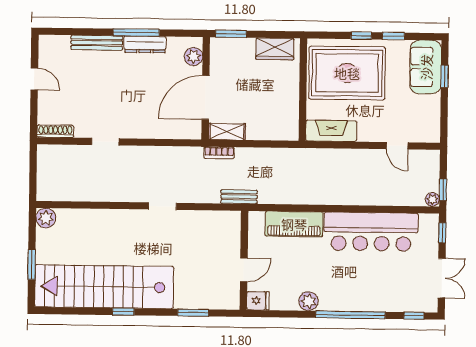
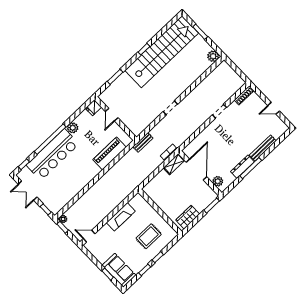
rug: (347, 73) -> (149, 236), width x0.54, depth x0.49
fireplace: (331, 131) -> (121, 217), moved
door: (397, 146) -> (89, 236), moved
bar counter: (371, 232) -> (53, 155), moved, turned 180

